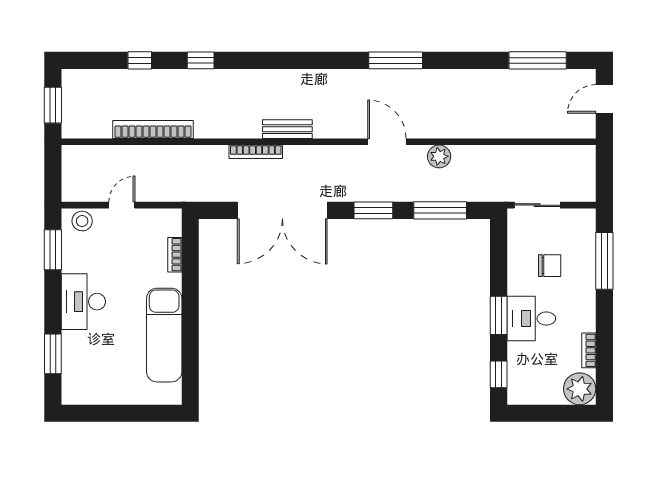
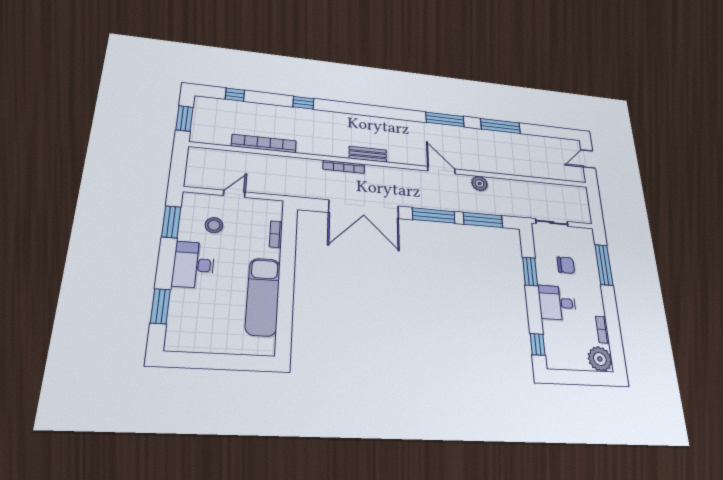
window: (140, 60) -> (235, 95), moved
window: (538, 60) -> (500, 126), moved
window: (373, 210) -> (434, 215), width x1.44
stool: (82, 221) -> (214, 225), moved
window: (499, 315) -> (530, 271), moved

